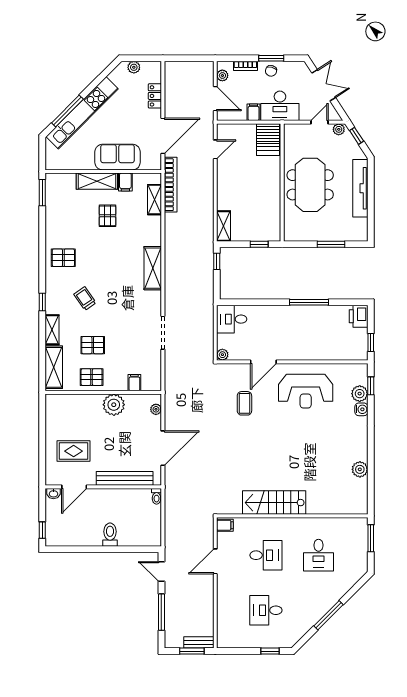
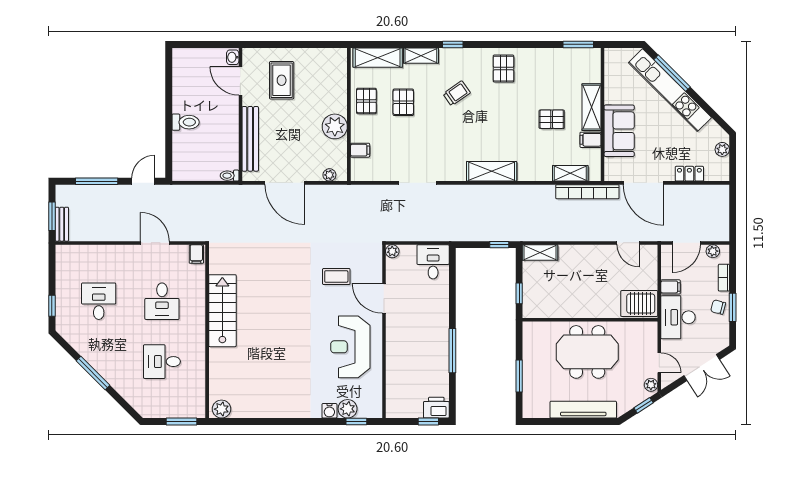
window: (371, 343) -> (428, 421), moved
plant: (360, 469) -> (221, 409), moved
window: (42, 530) -> (191, 44), removed

